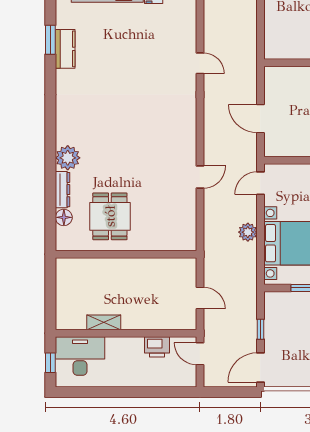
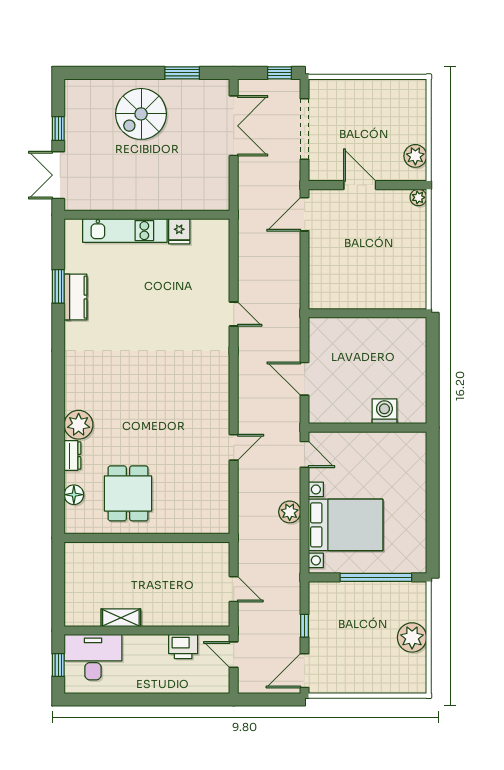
door: (260, 183) -> (305, 454), swing flipped
dresser: (63, 190) -> (72, 456), width x0.70

